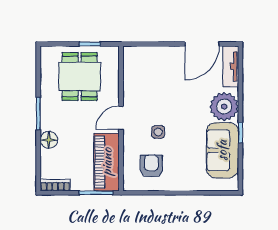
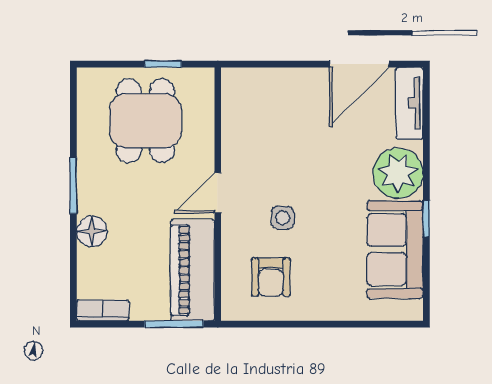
armchair: (151, 166) -> (271, 277), turned 180

